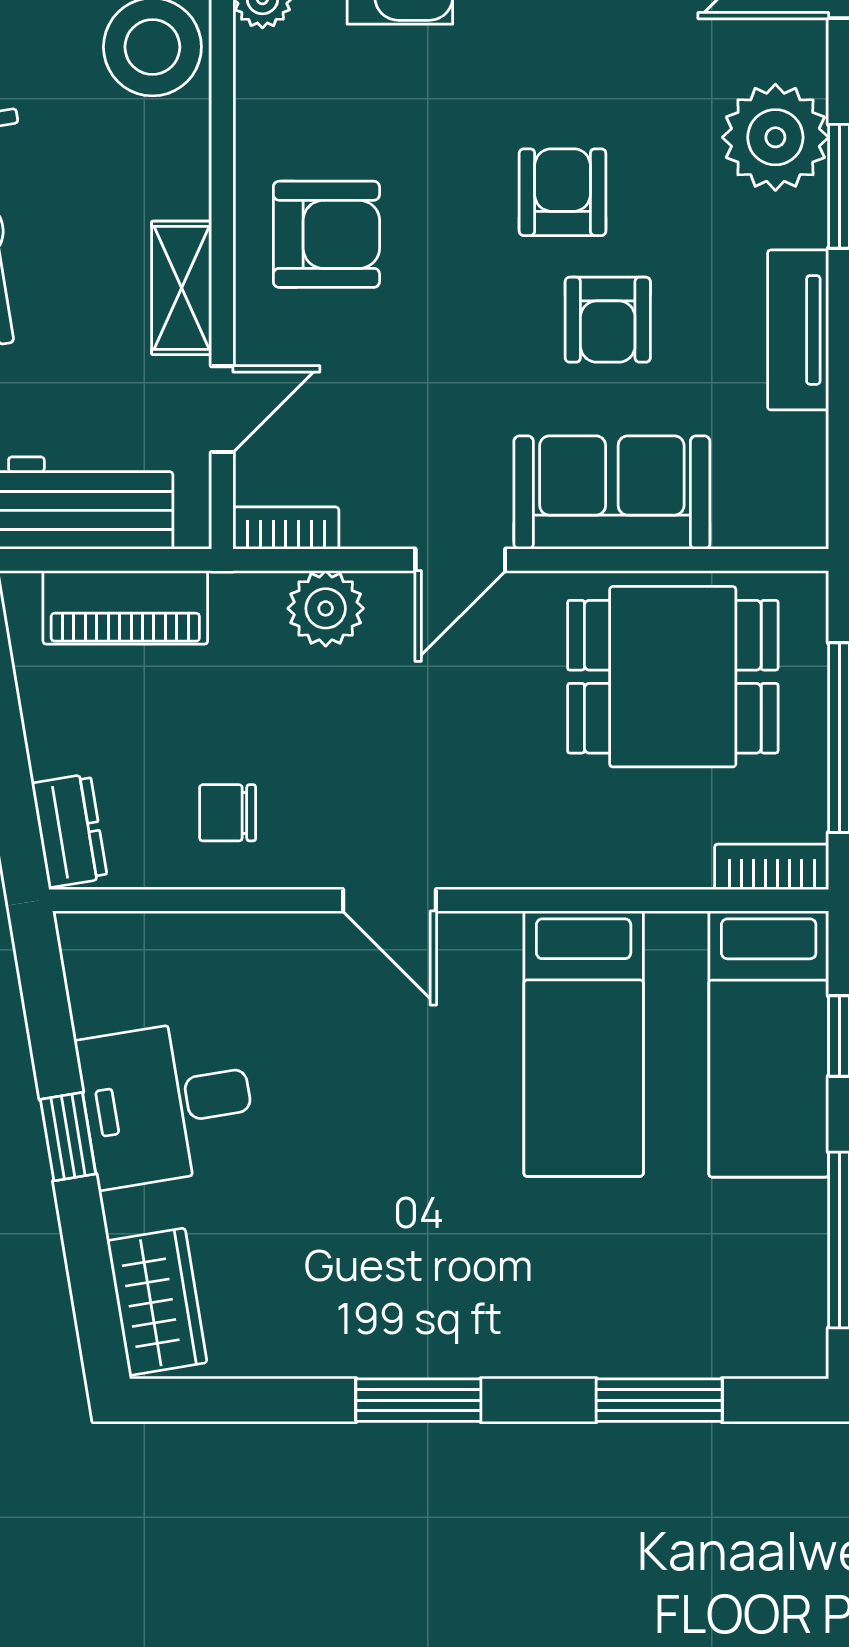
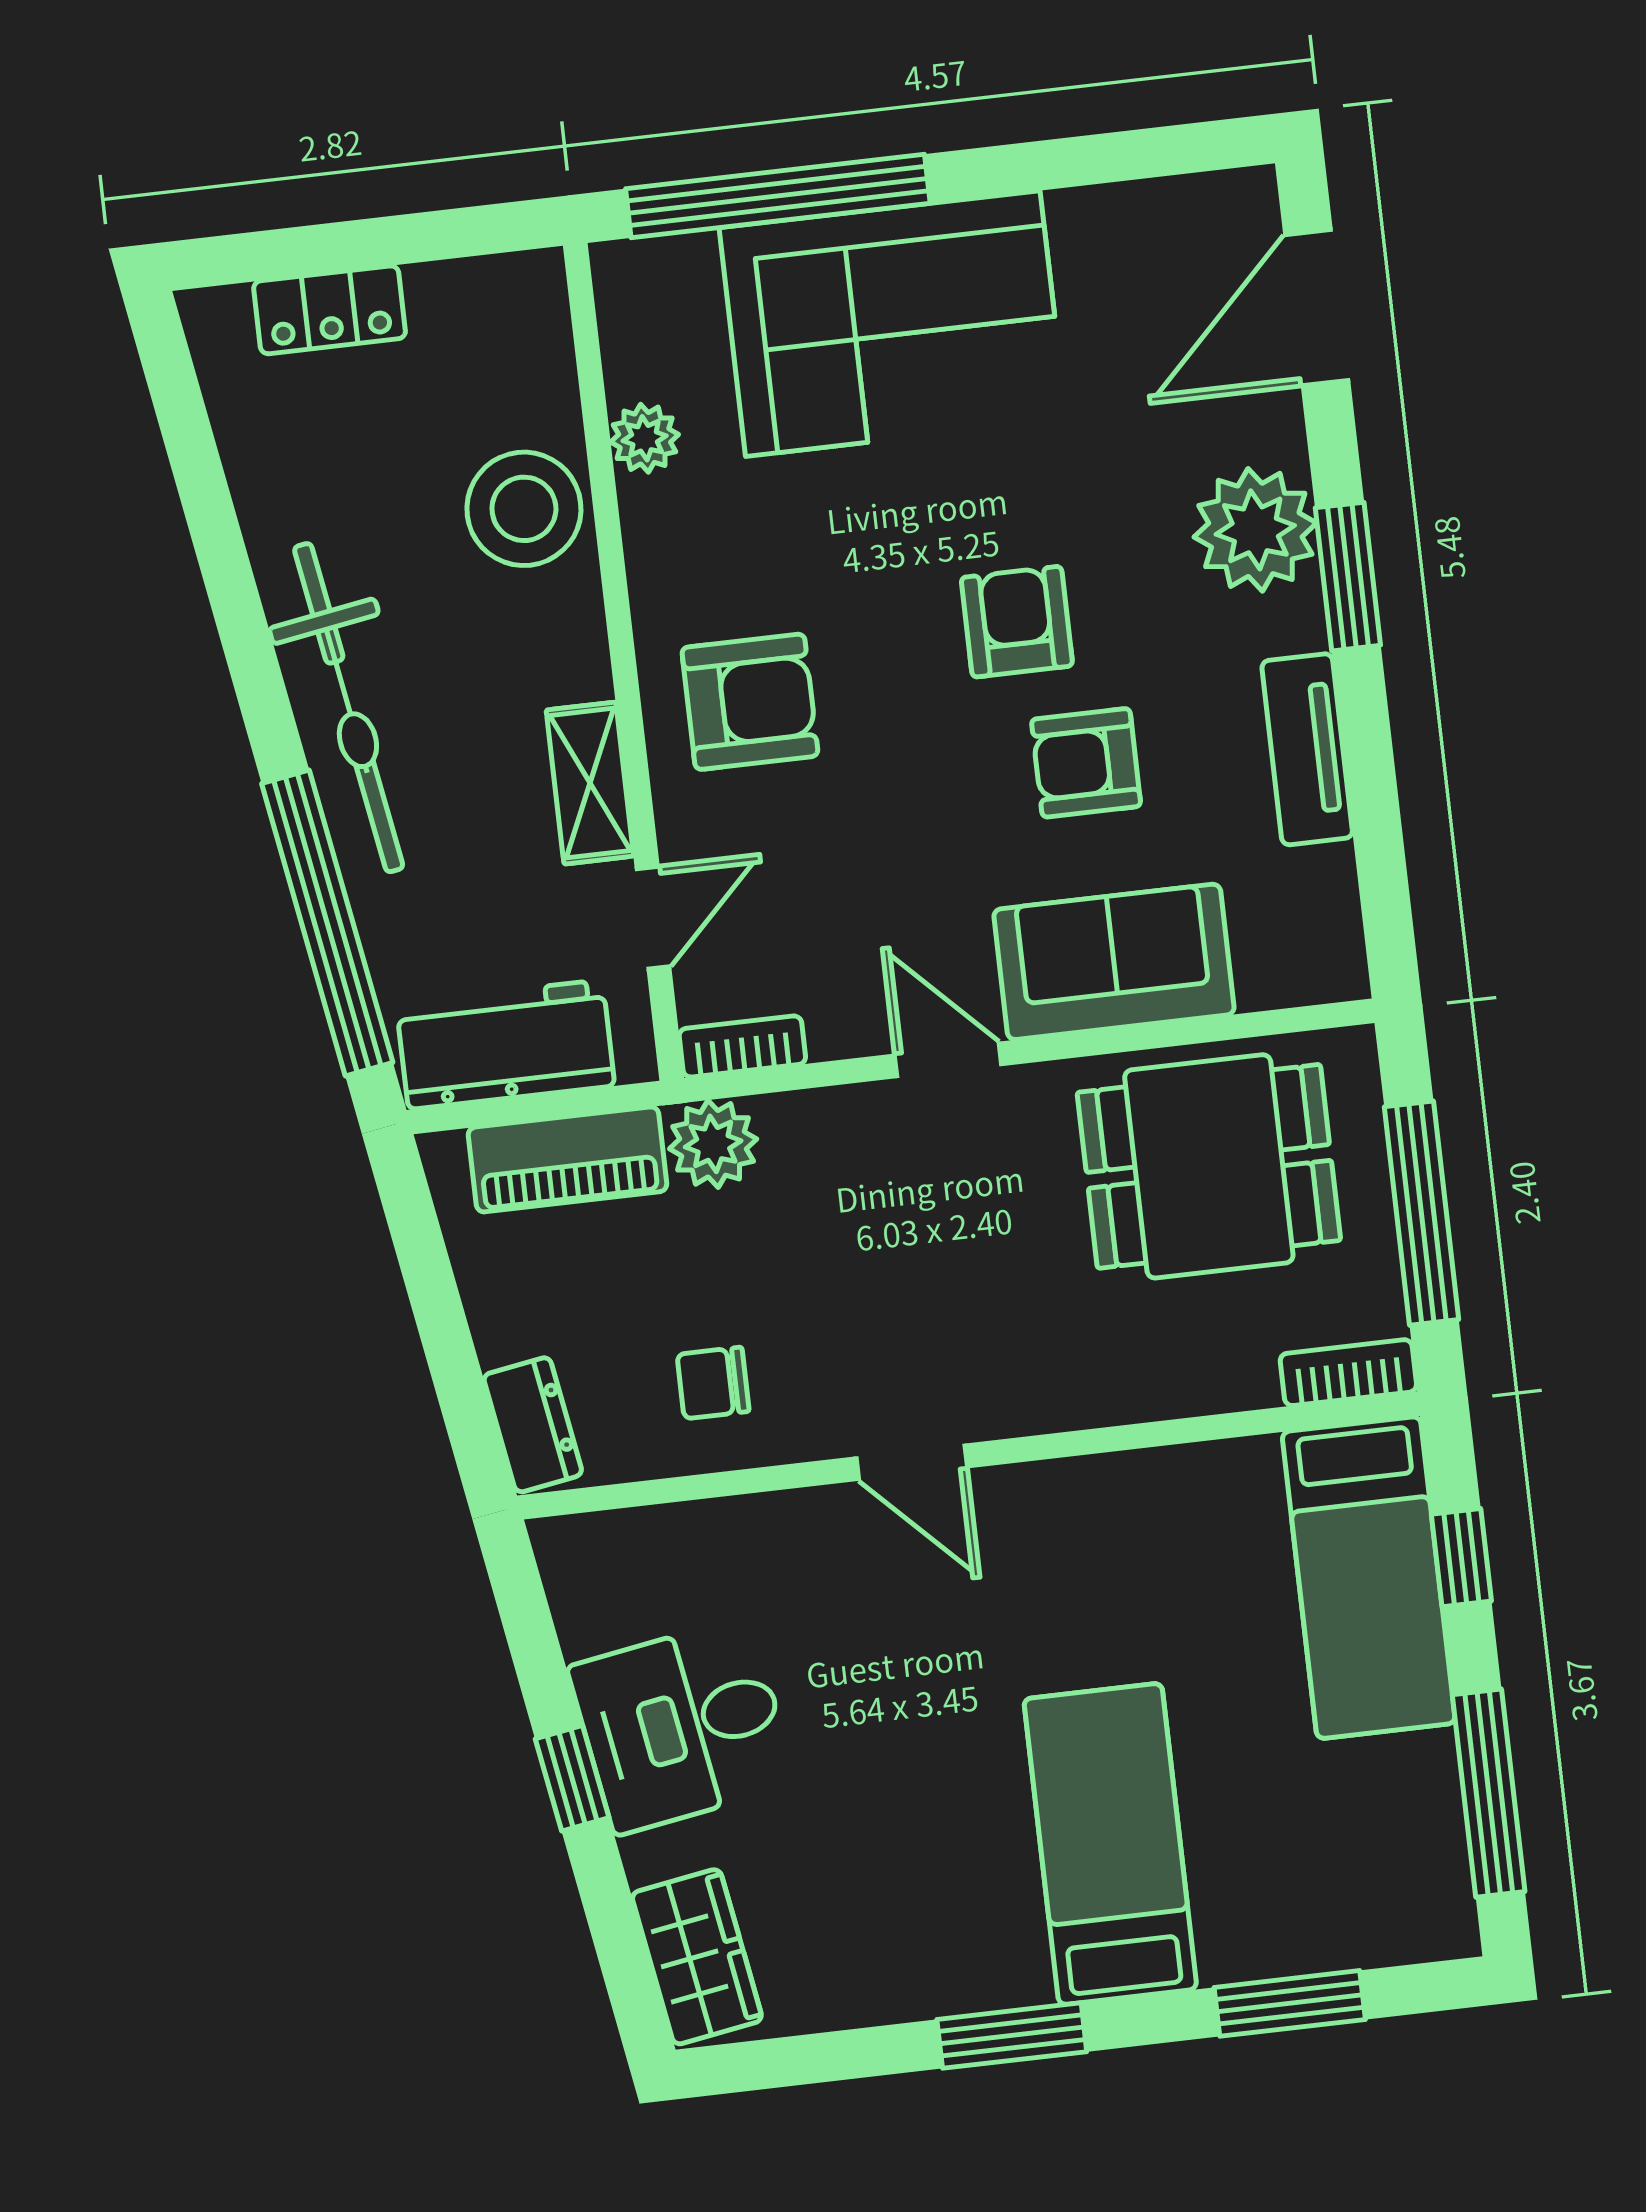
armchair: (608, 320) -> (1086, 763), turned 90
door: (460, 560) -> (948, 1060), swing flipped
plant: (326, 608) -> (713, 1144), moved
bed: (584, 1044) -> (1110, 1844), moved, turned 180

